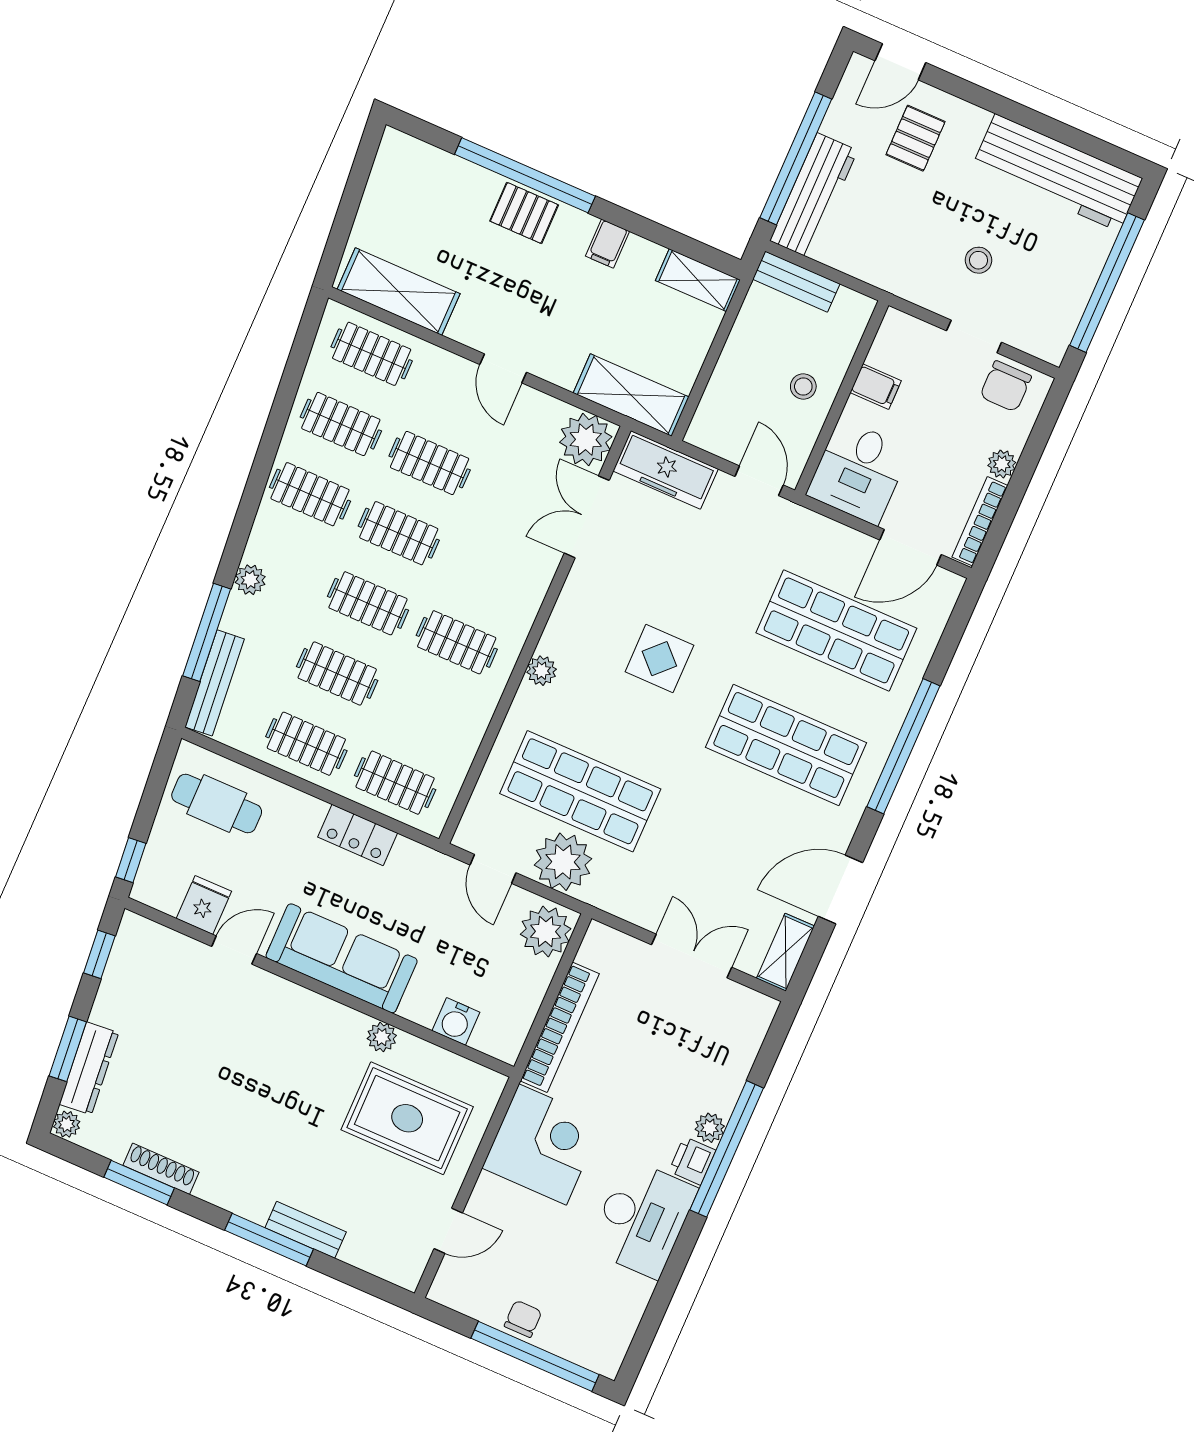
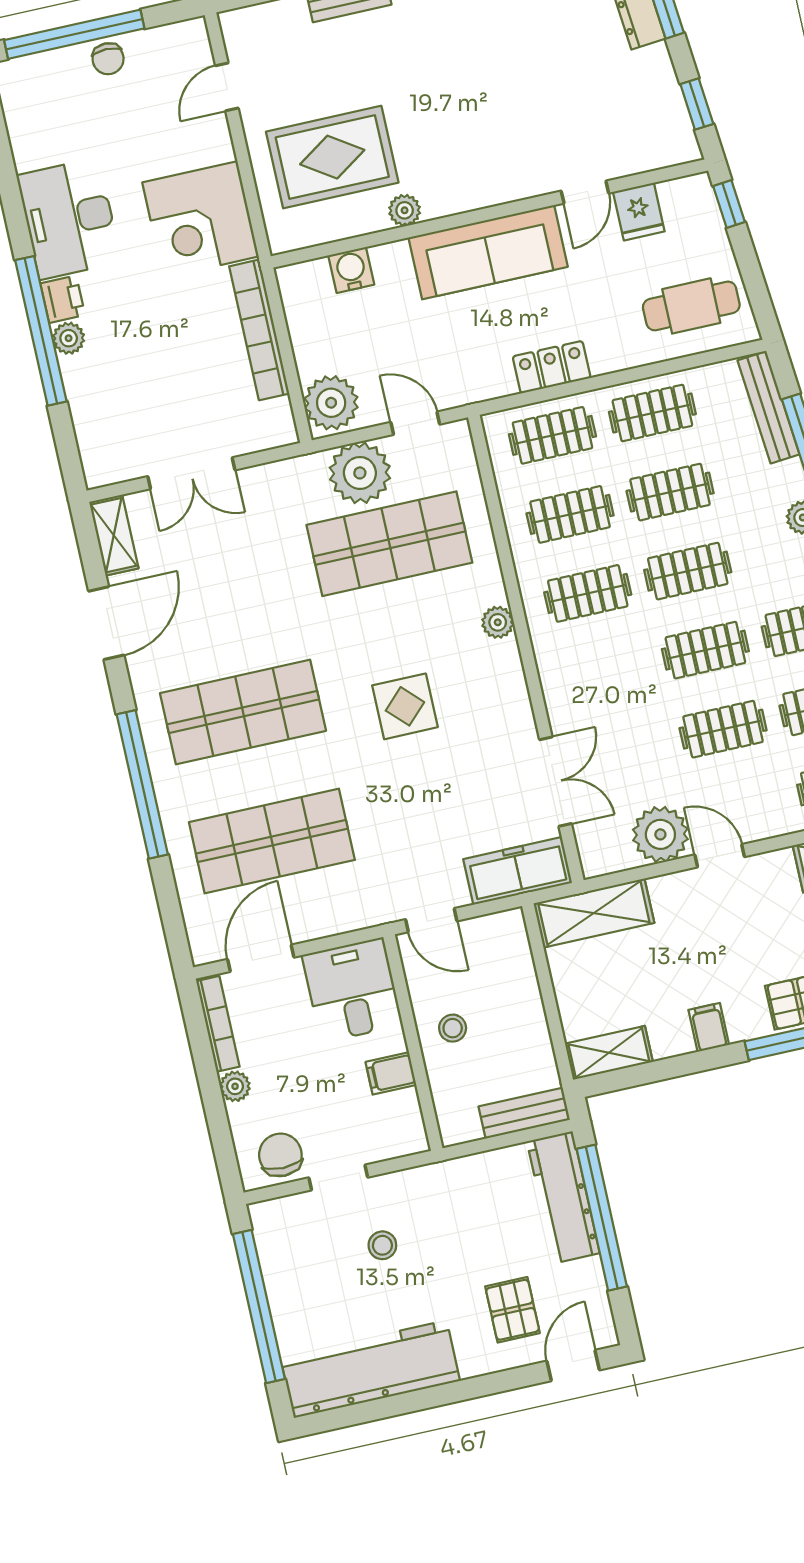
plant: (586, 440) -> (660, 834), moved
clothes rail: (426, 712) -> (570, 514), added

